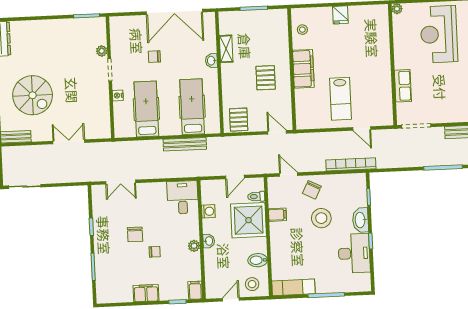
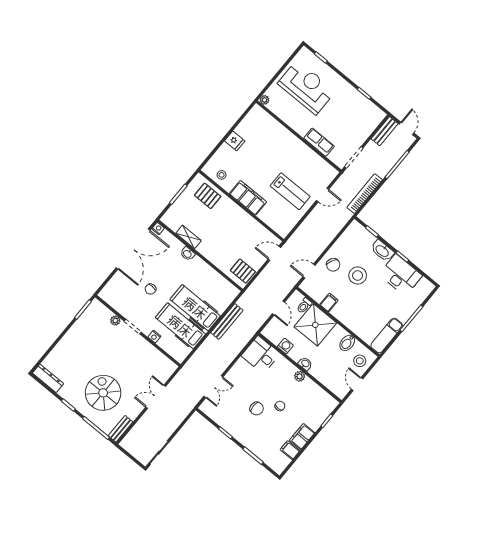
nightstand: (210, 17) -> (158, 229), added
reception desk: (439, 34) -> (306, 87), turned 180
pallet: (266, 78) -> (208, 196), moved
spiral stairs: (33, 95) -> (103, 393), turned -90
hospital bed: (192, 107) -> (195, 308), moved
bookcase: (351, 164) -> (365, 194), moved
filing cabinet: (195, 290) -> (290, 450), moved

